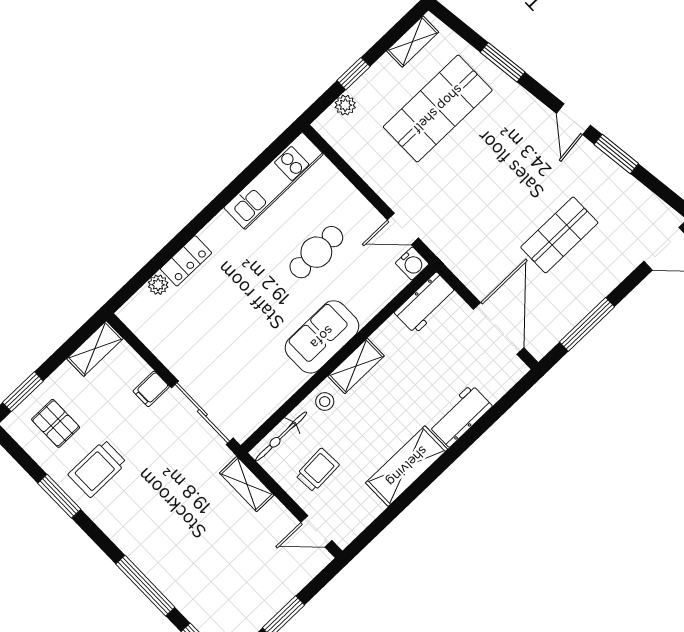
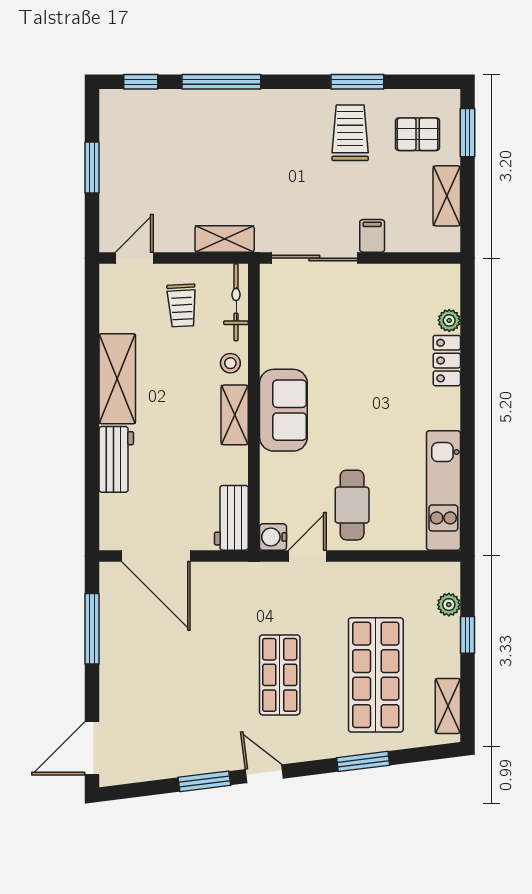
shop shelf: (559, 235) -> (280, 675), moved
cafe table: (316, 252) -> (352, 505), moved
shelving: (95, 349) -> (447, 196), moved

